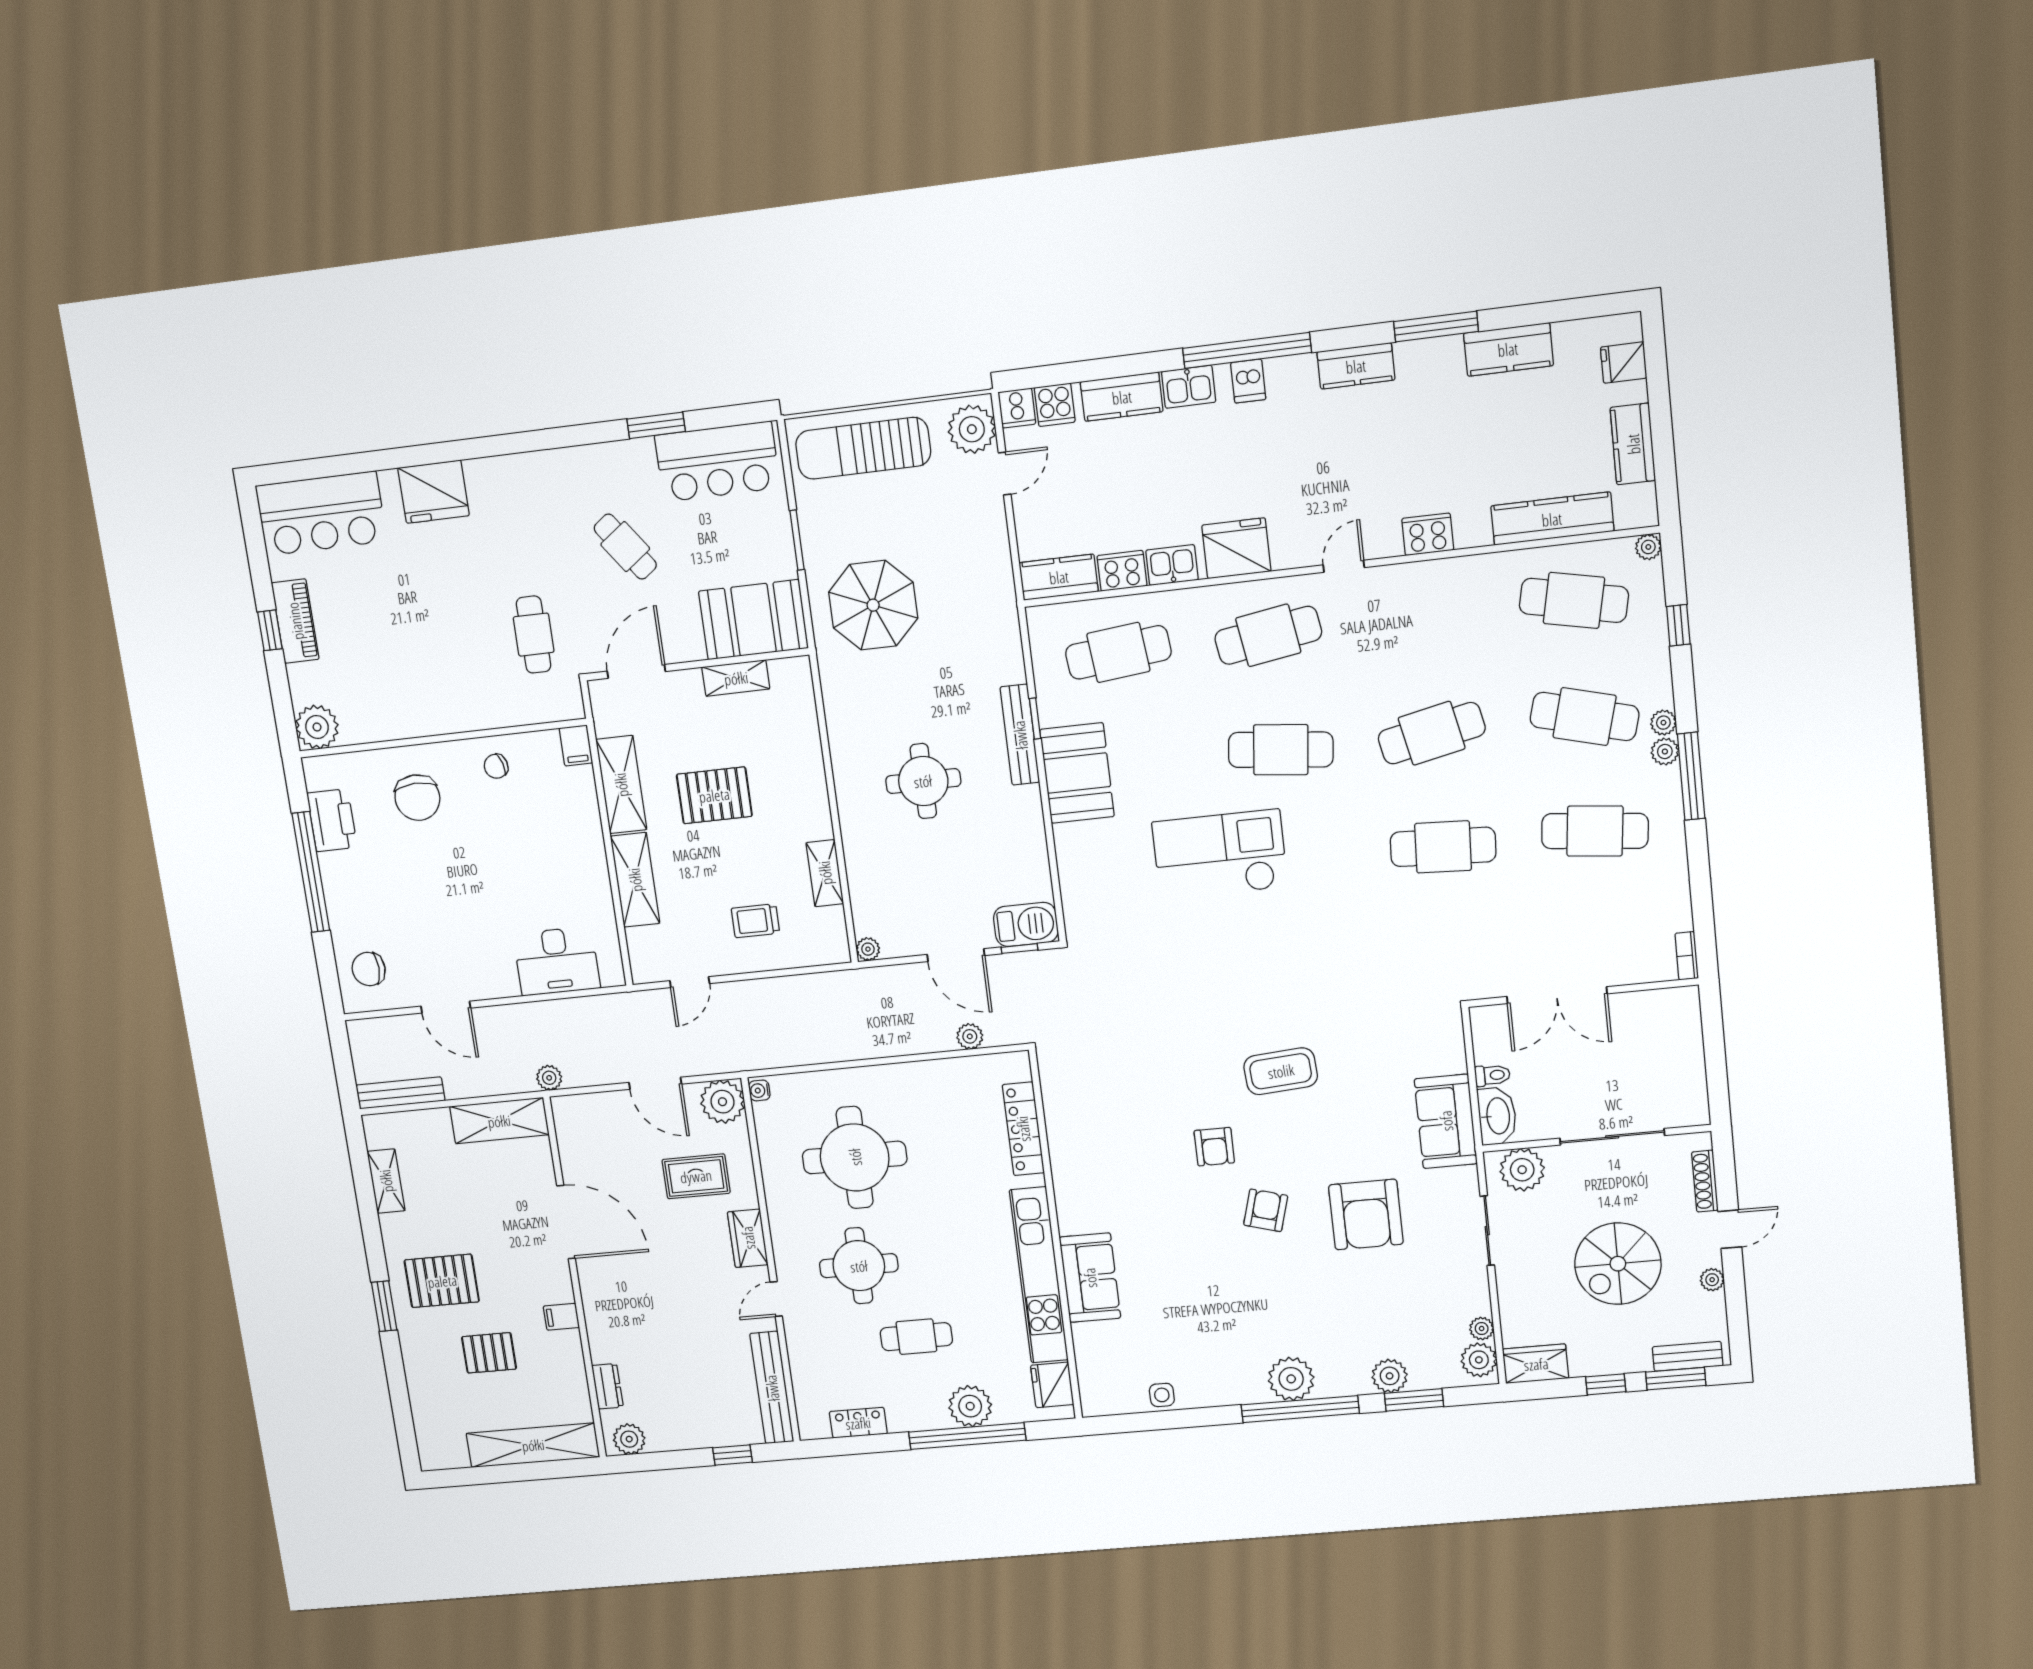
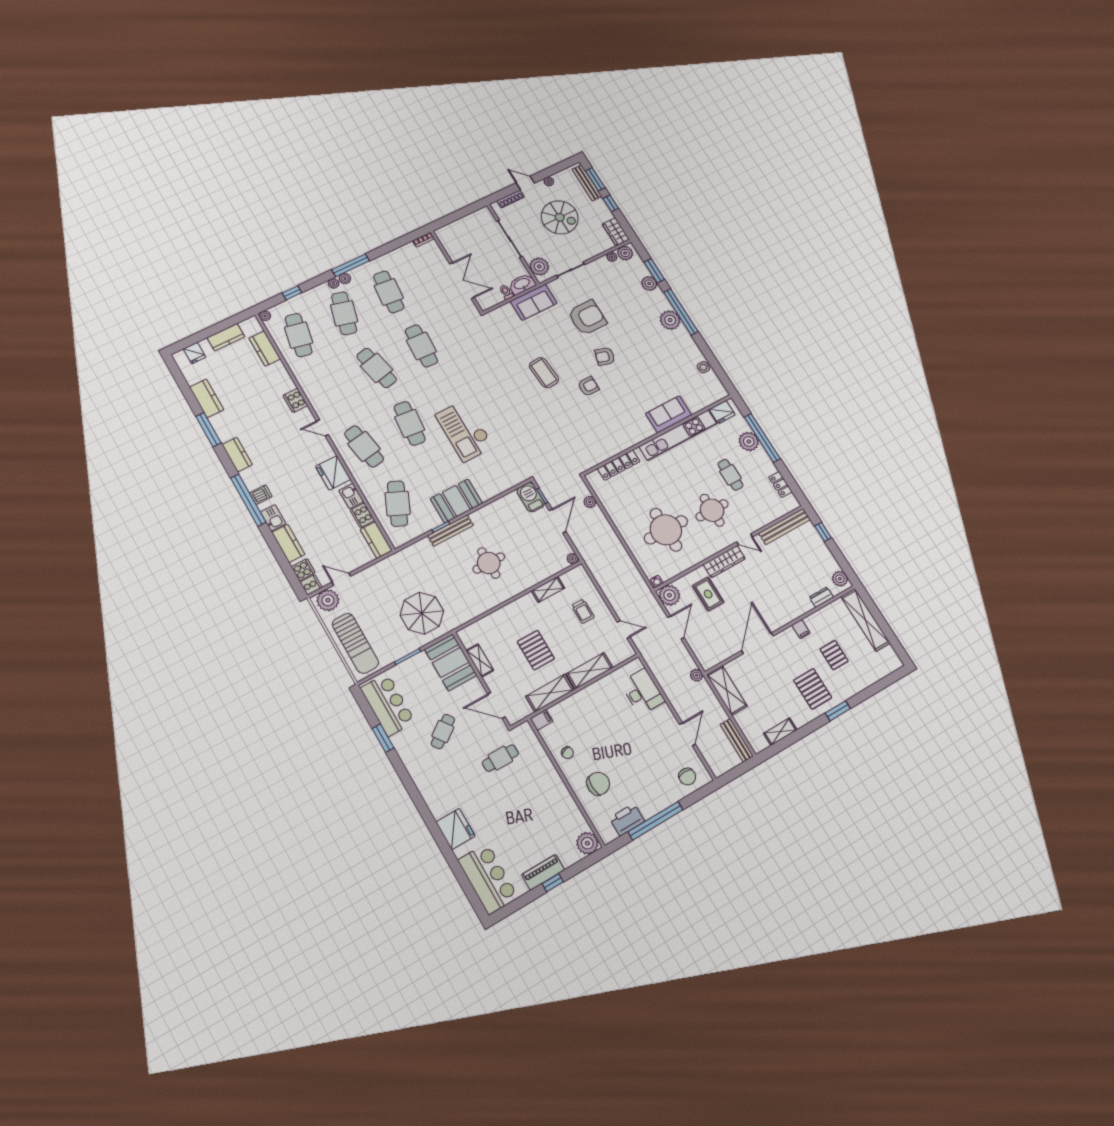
kitchen counter: (1552, 519) -> (265, 349), width x0.67
cafe table: (1118, 652) -> (398, 504), turned 30
wardrobe: (748, 1238) -> (724, 562), width x1.50
bench: (1688, 1356) -> (587, 183), width x1.36

